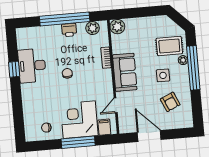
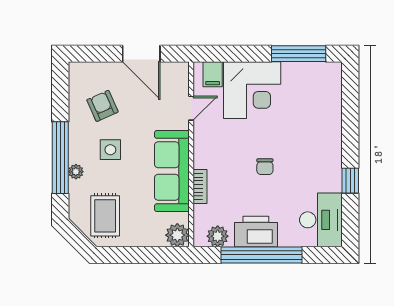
printer: (69, 30) -> (256, 232), width x1.87, depth x1.48
rug: (169, 46) -> (105, 216), moved, turned 90
desk: (32, 66) -> (321, 220), moved
sofa: (125, 72) -> (172, 171), width x1.36
chair: (46, 128) -> (306, 82), removed
window: (78, 142) -> (299, 54), moved

